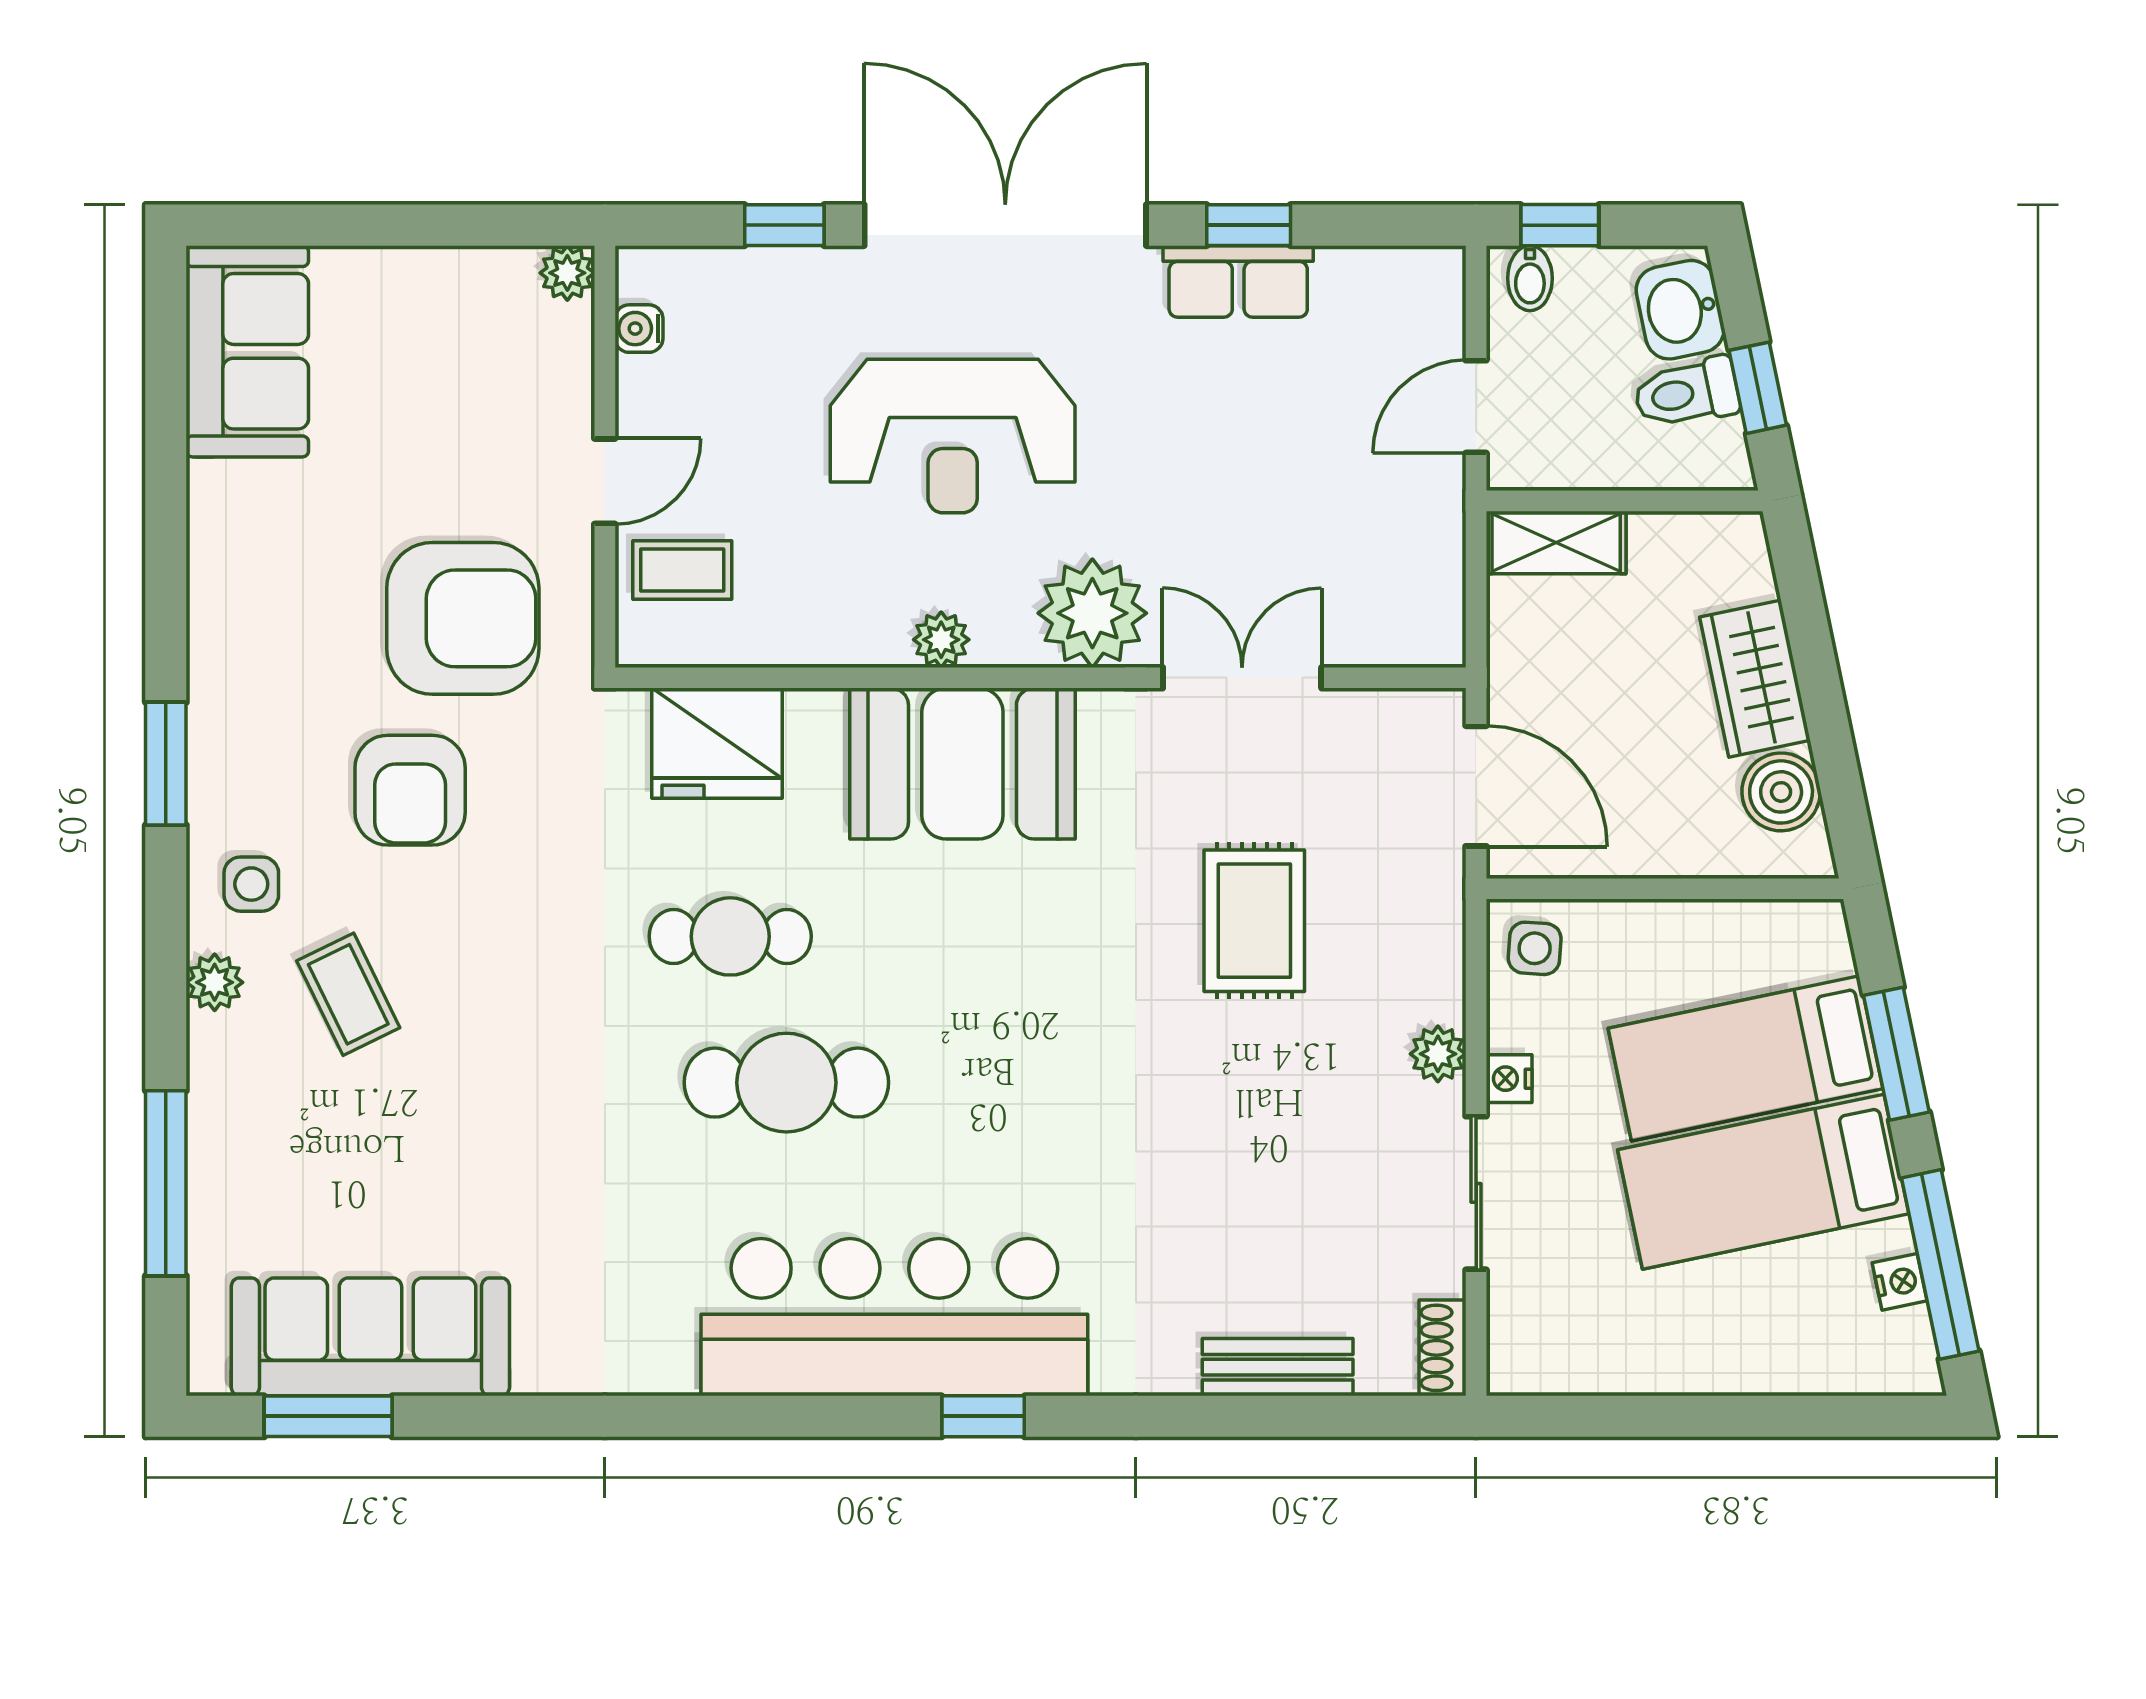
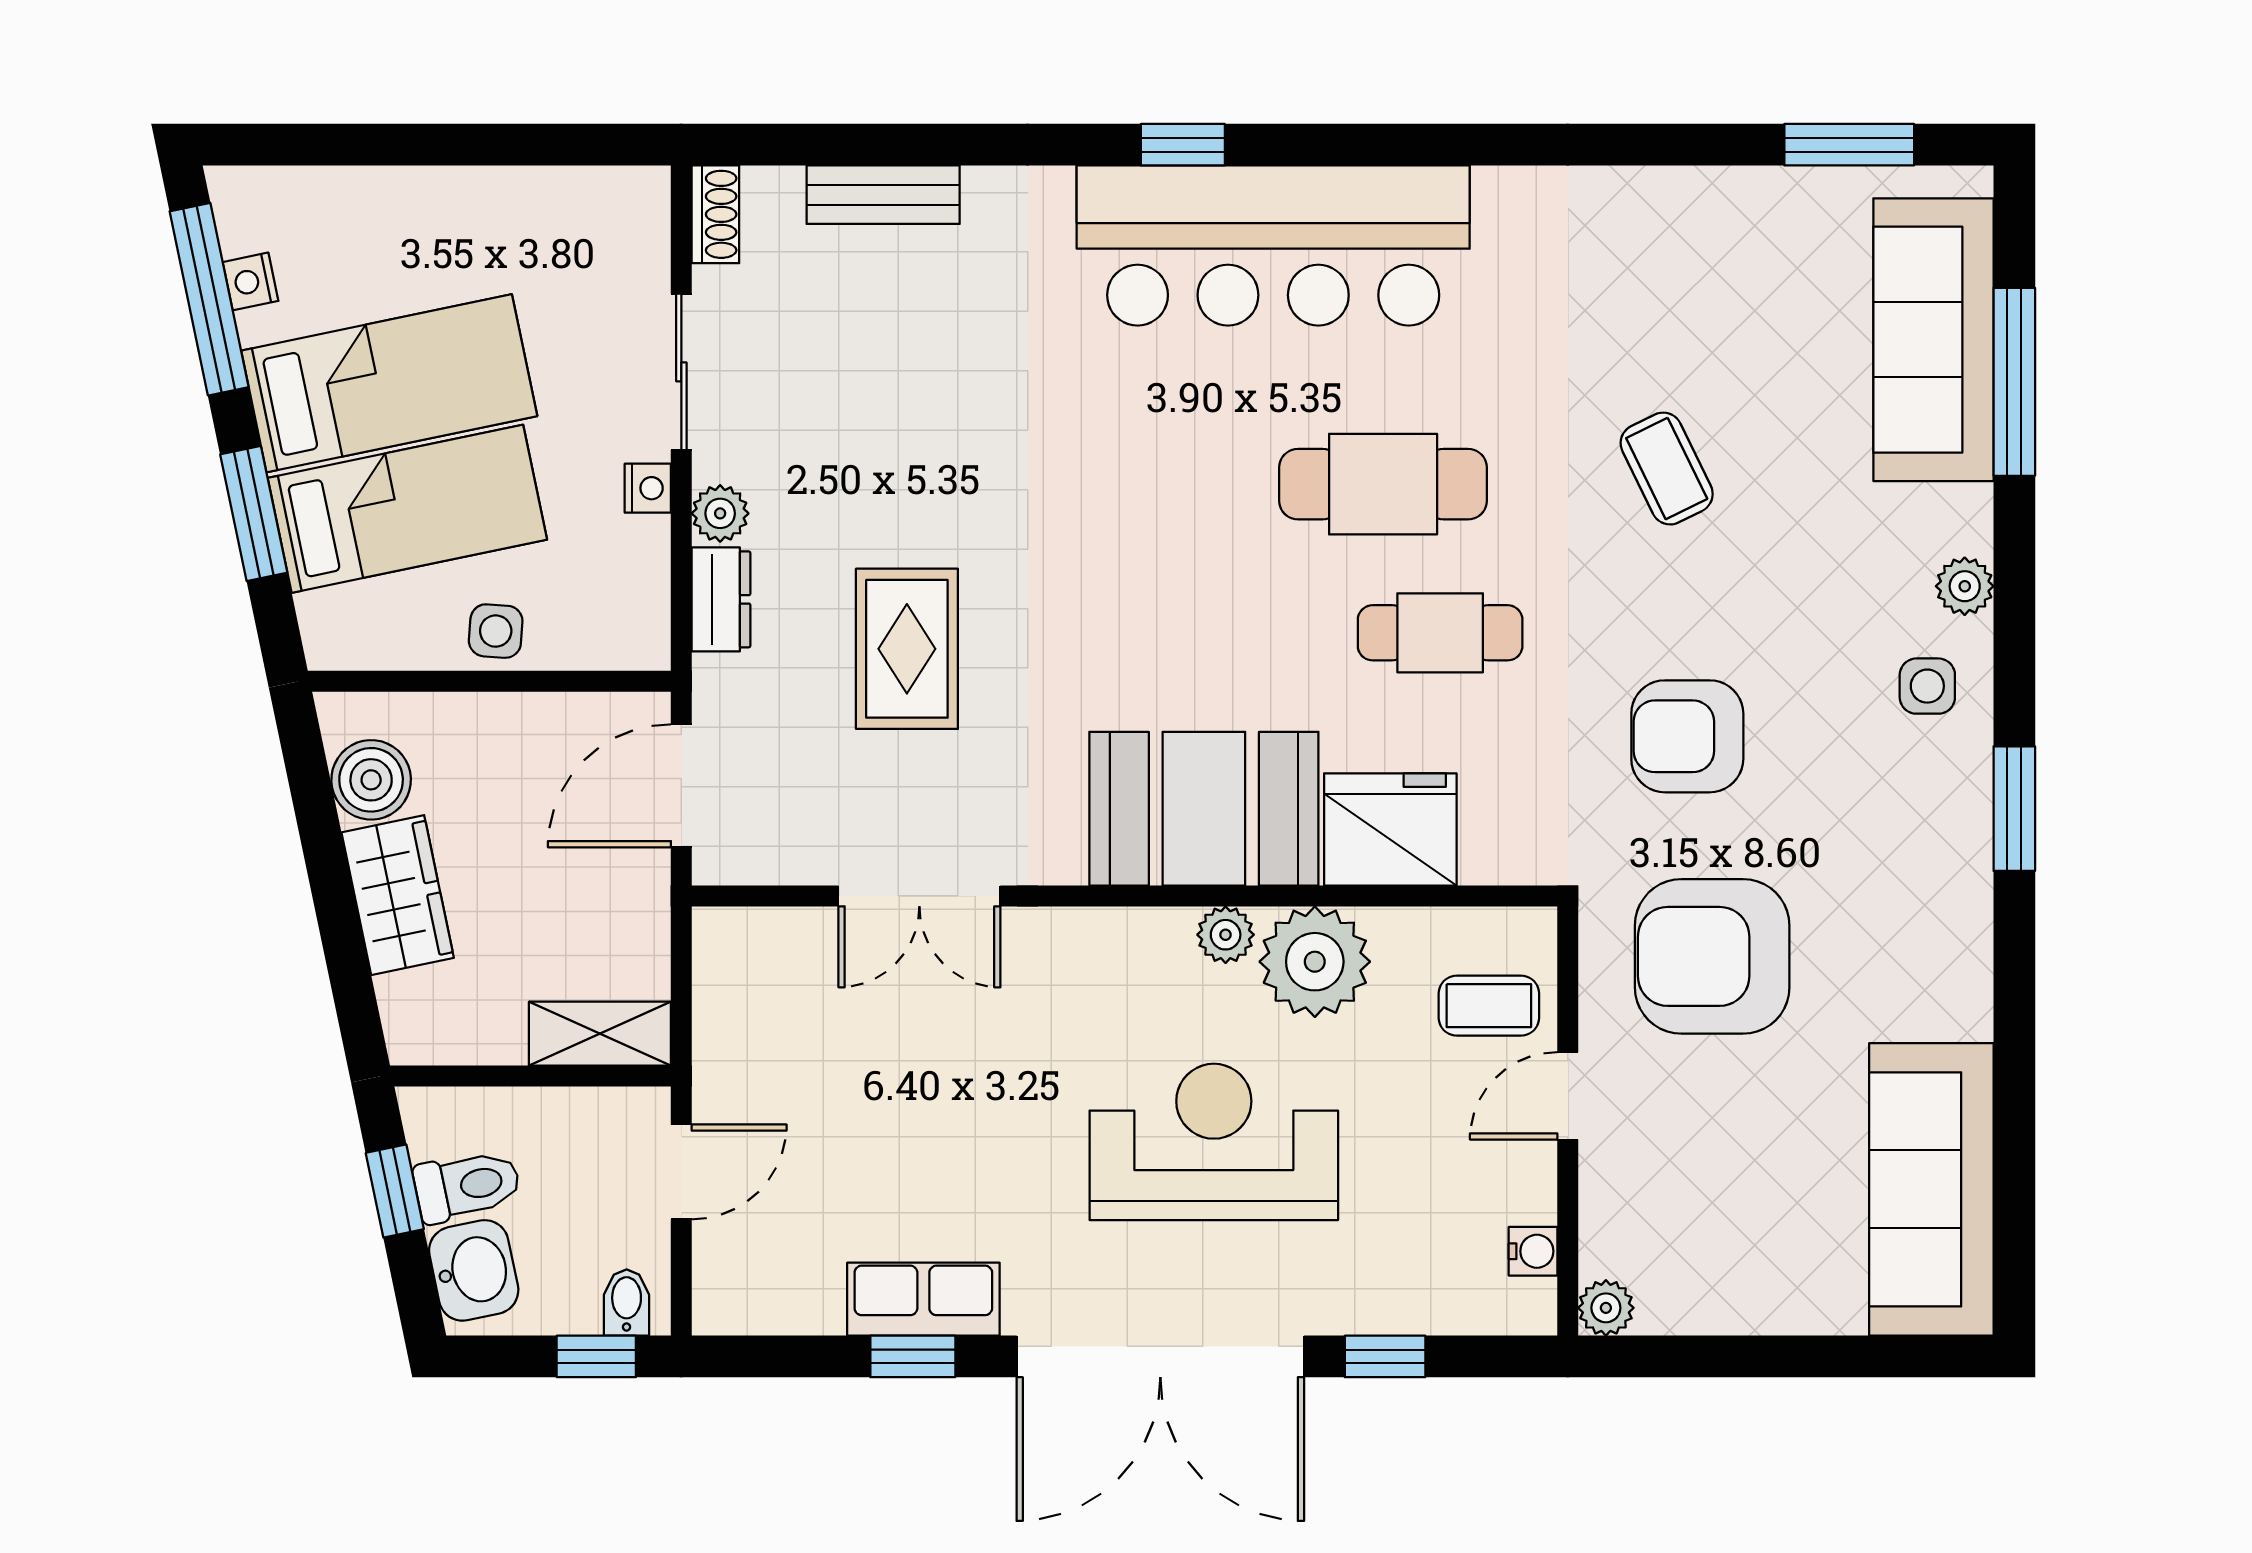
sofa: (247, 351) -> (1931, 1189), width x1.36
plant: (1092, 613) -> (1315, 962), moved
fridge: (717, 743) -> (1390, 829), moved
door: (1476, 786) -> (681, 786), hinge flipped
armchair: (410, 790) -> (1687, 736), moved, turned -90
side table: (1535, 948) -> (496, 631), moved
dresser: (1437, 969) -> (721, 599), added
coffee table: (348, 994) -> (1667, 469), moved
sofa: (370, 1337) -> (1933, 340), moved, turned 90

